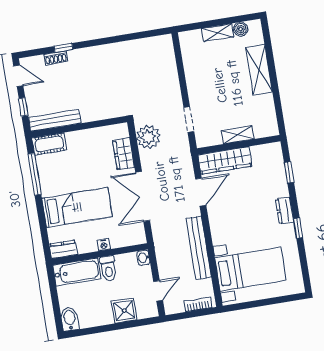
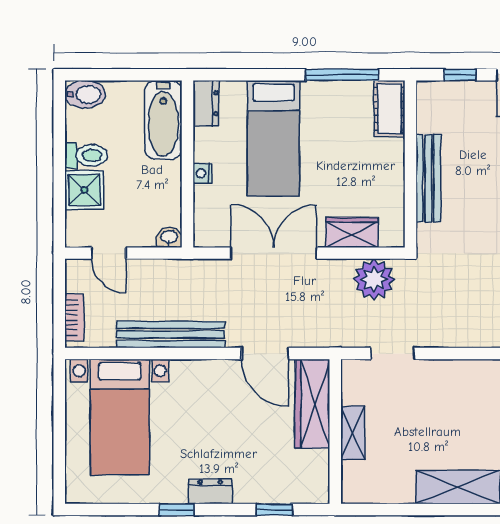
bench: (55, 120) -> (428, 178), moved
toilet: (108, 268) -> (86, 155), moved, turned 180

